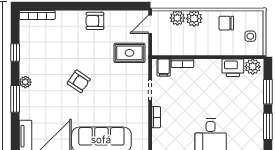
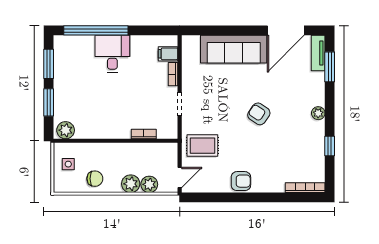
filing cabinet: (164, 67) -> (168, 54), moved, turned -90
printer: (233, 68) -> (88, 129), removed
window: (15, 99) -> (330, 67), moved

